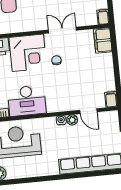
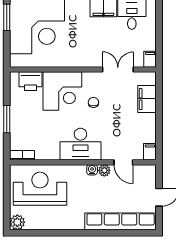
double door: (62, 30) -> (118, 70), moved
filing cabinet: (103, 40) -> (147, 99), moved
desk: (27, 101) -> (80, 144), moved

